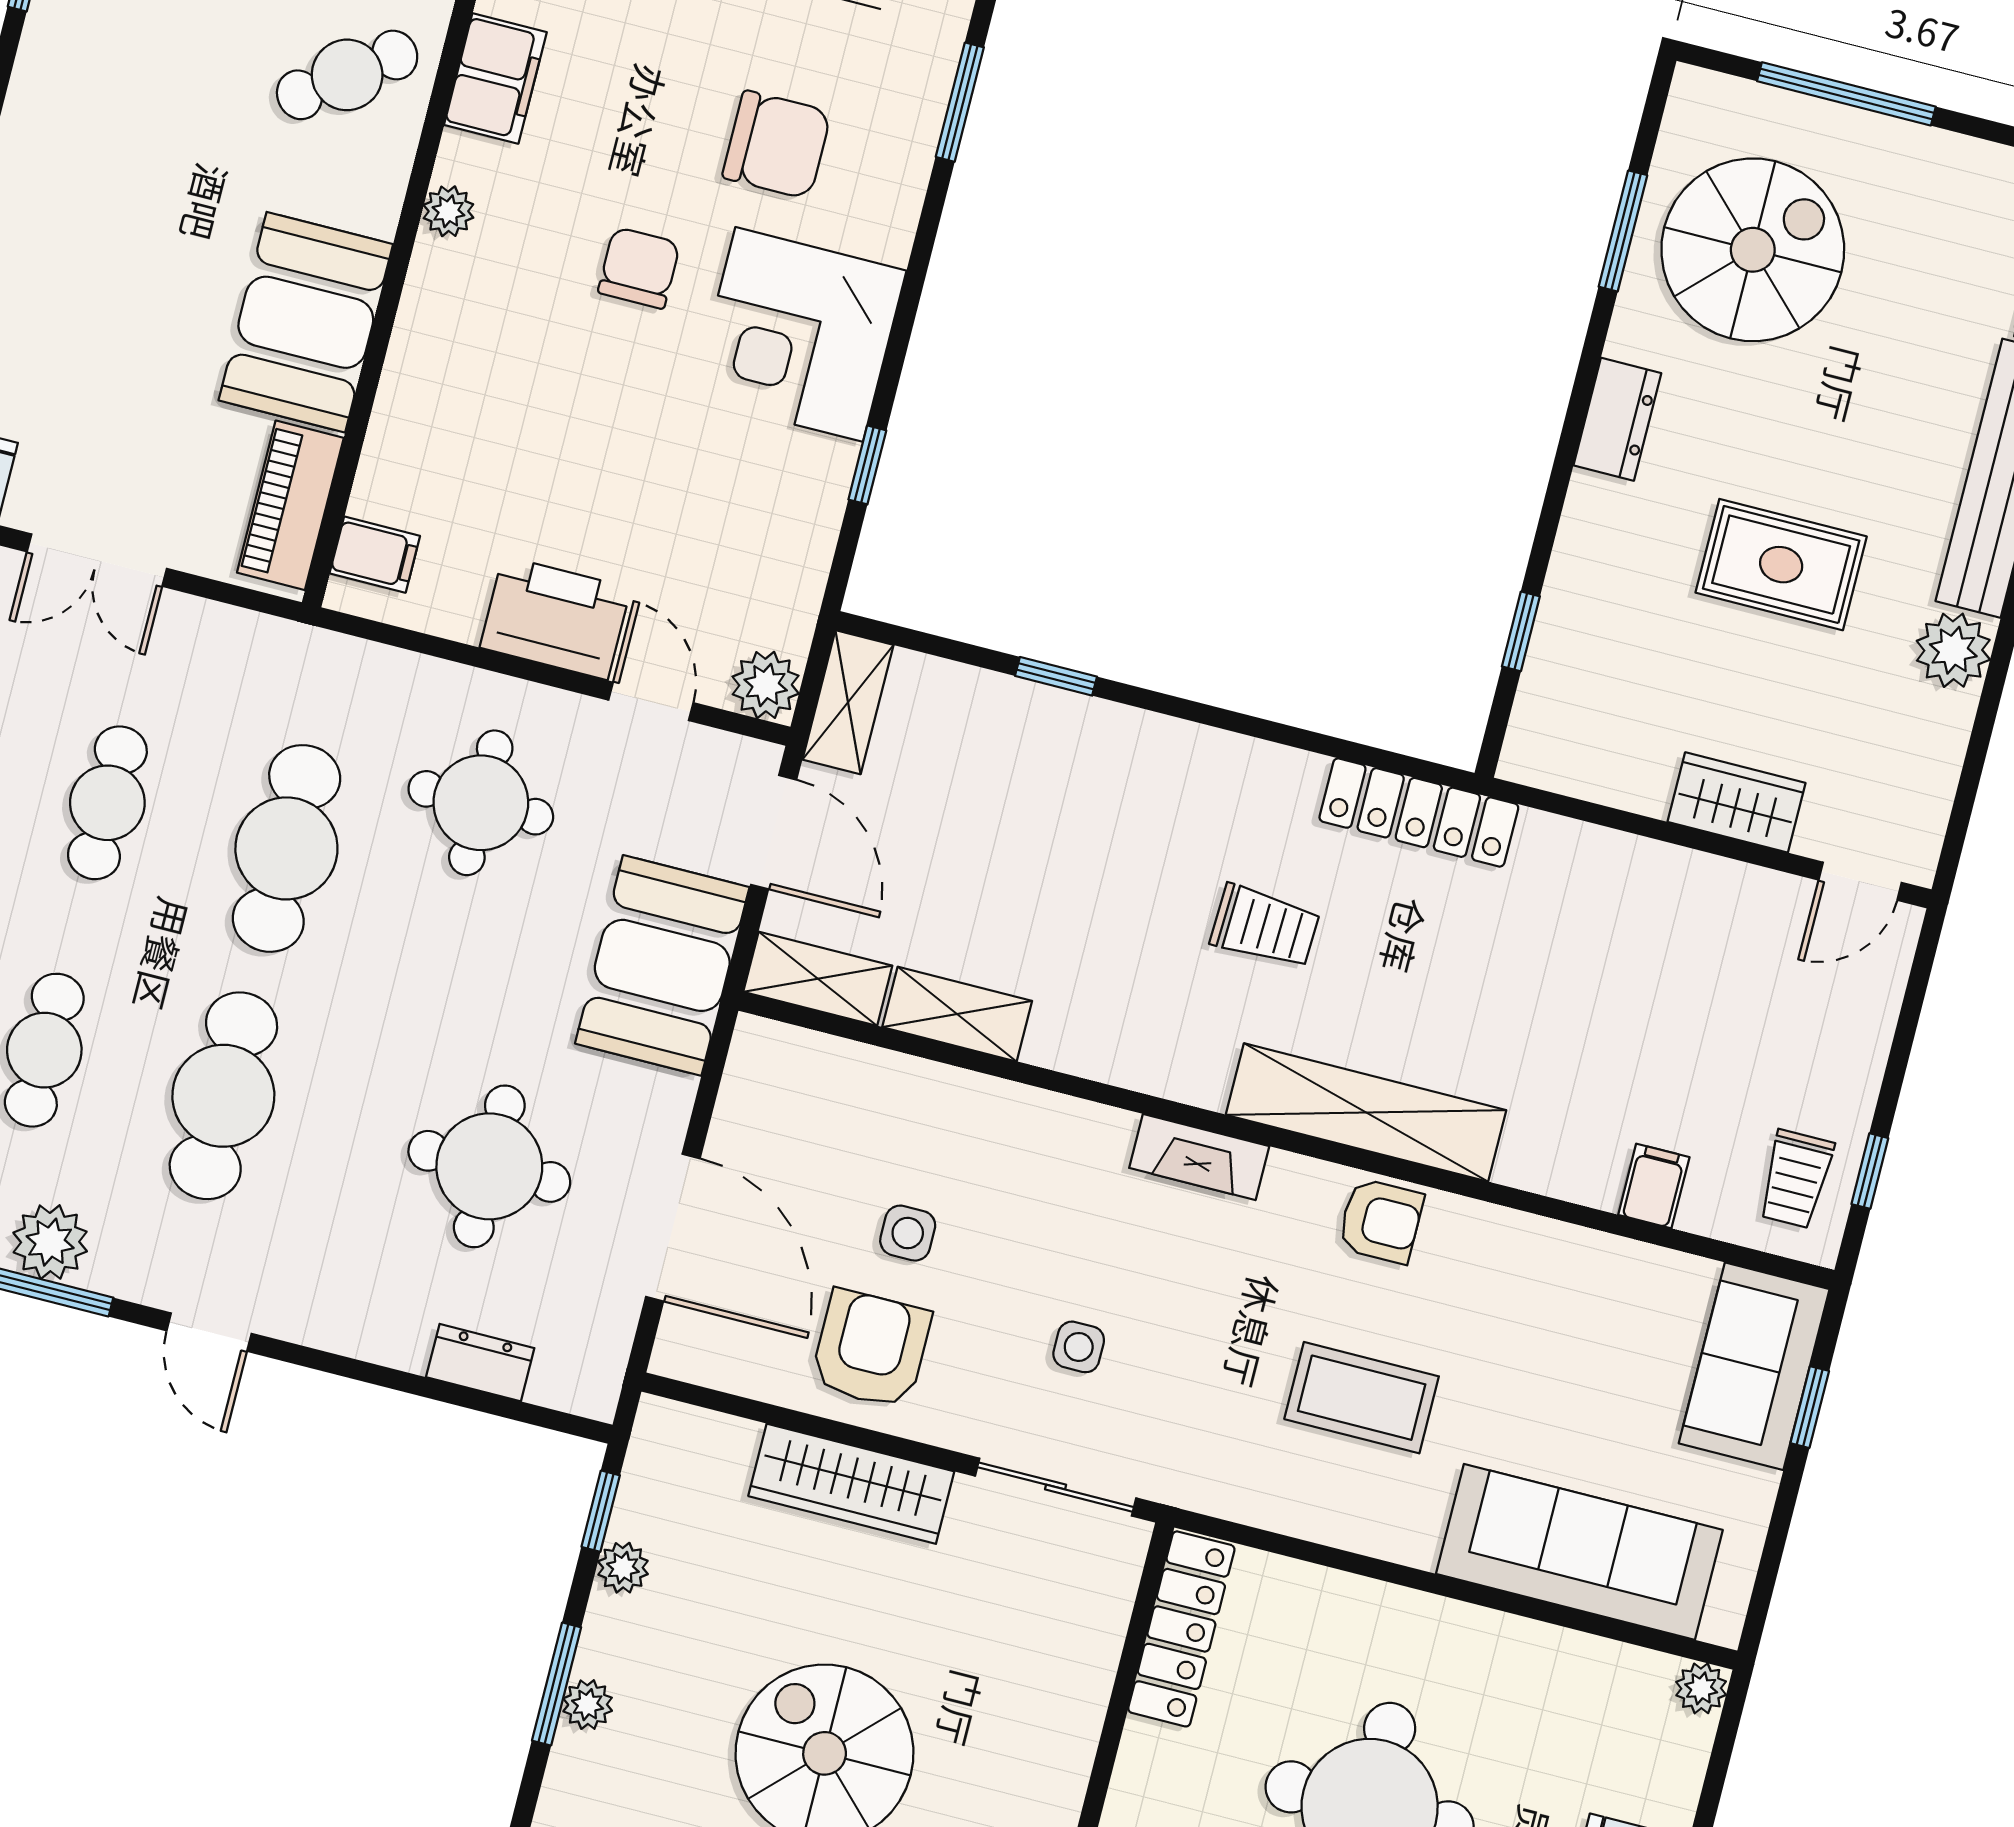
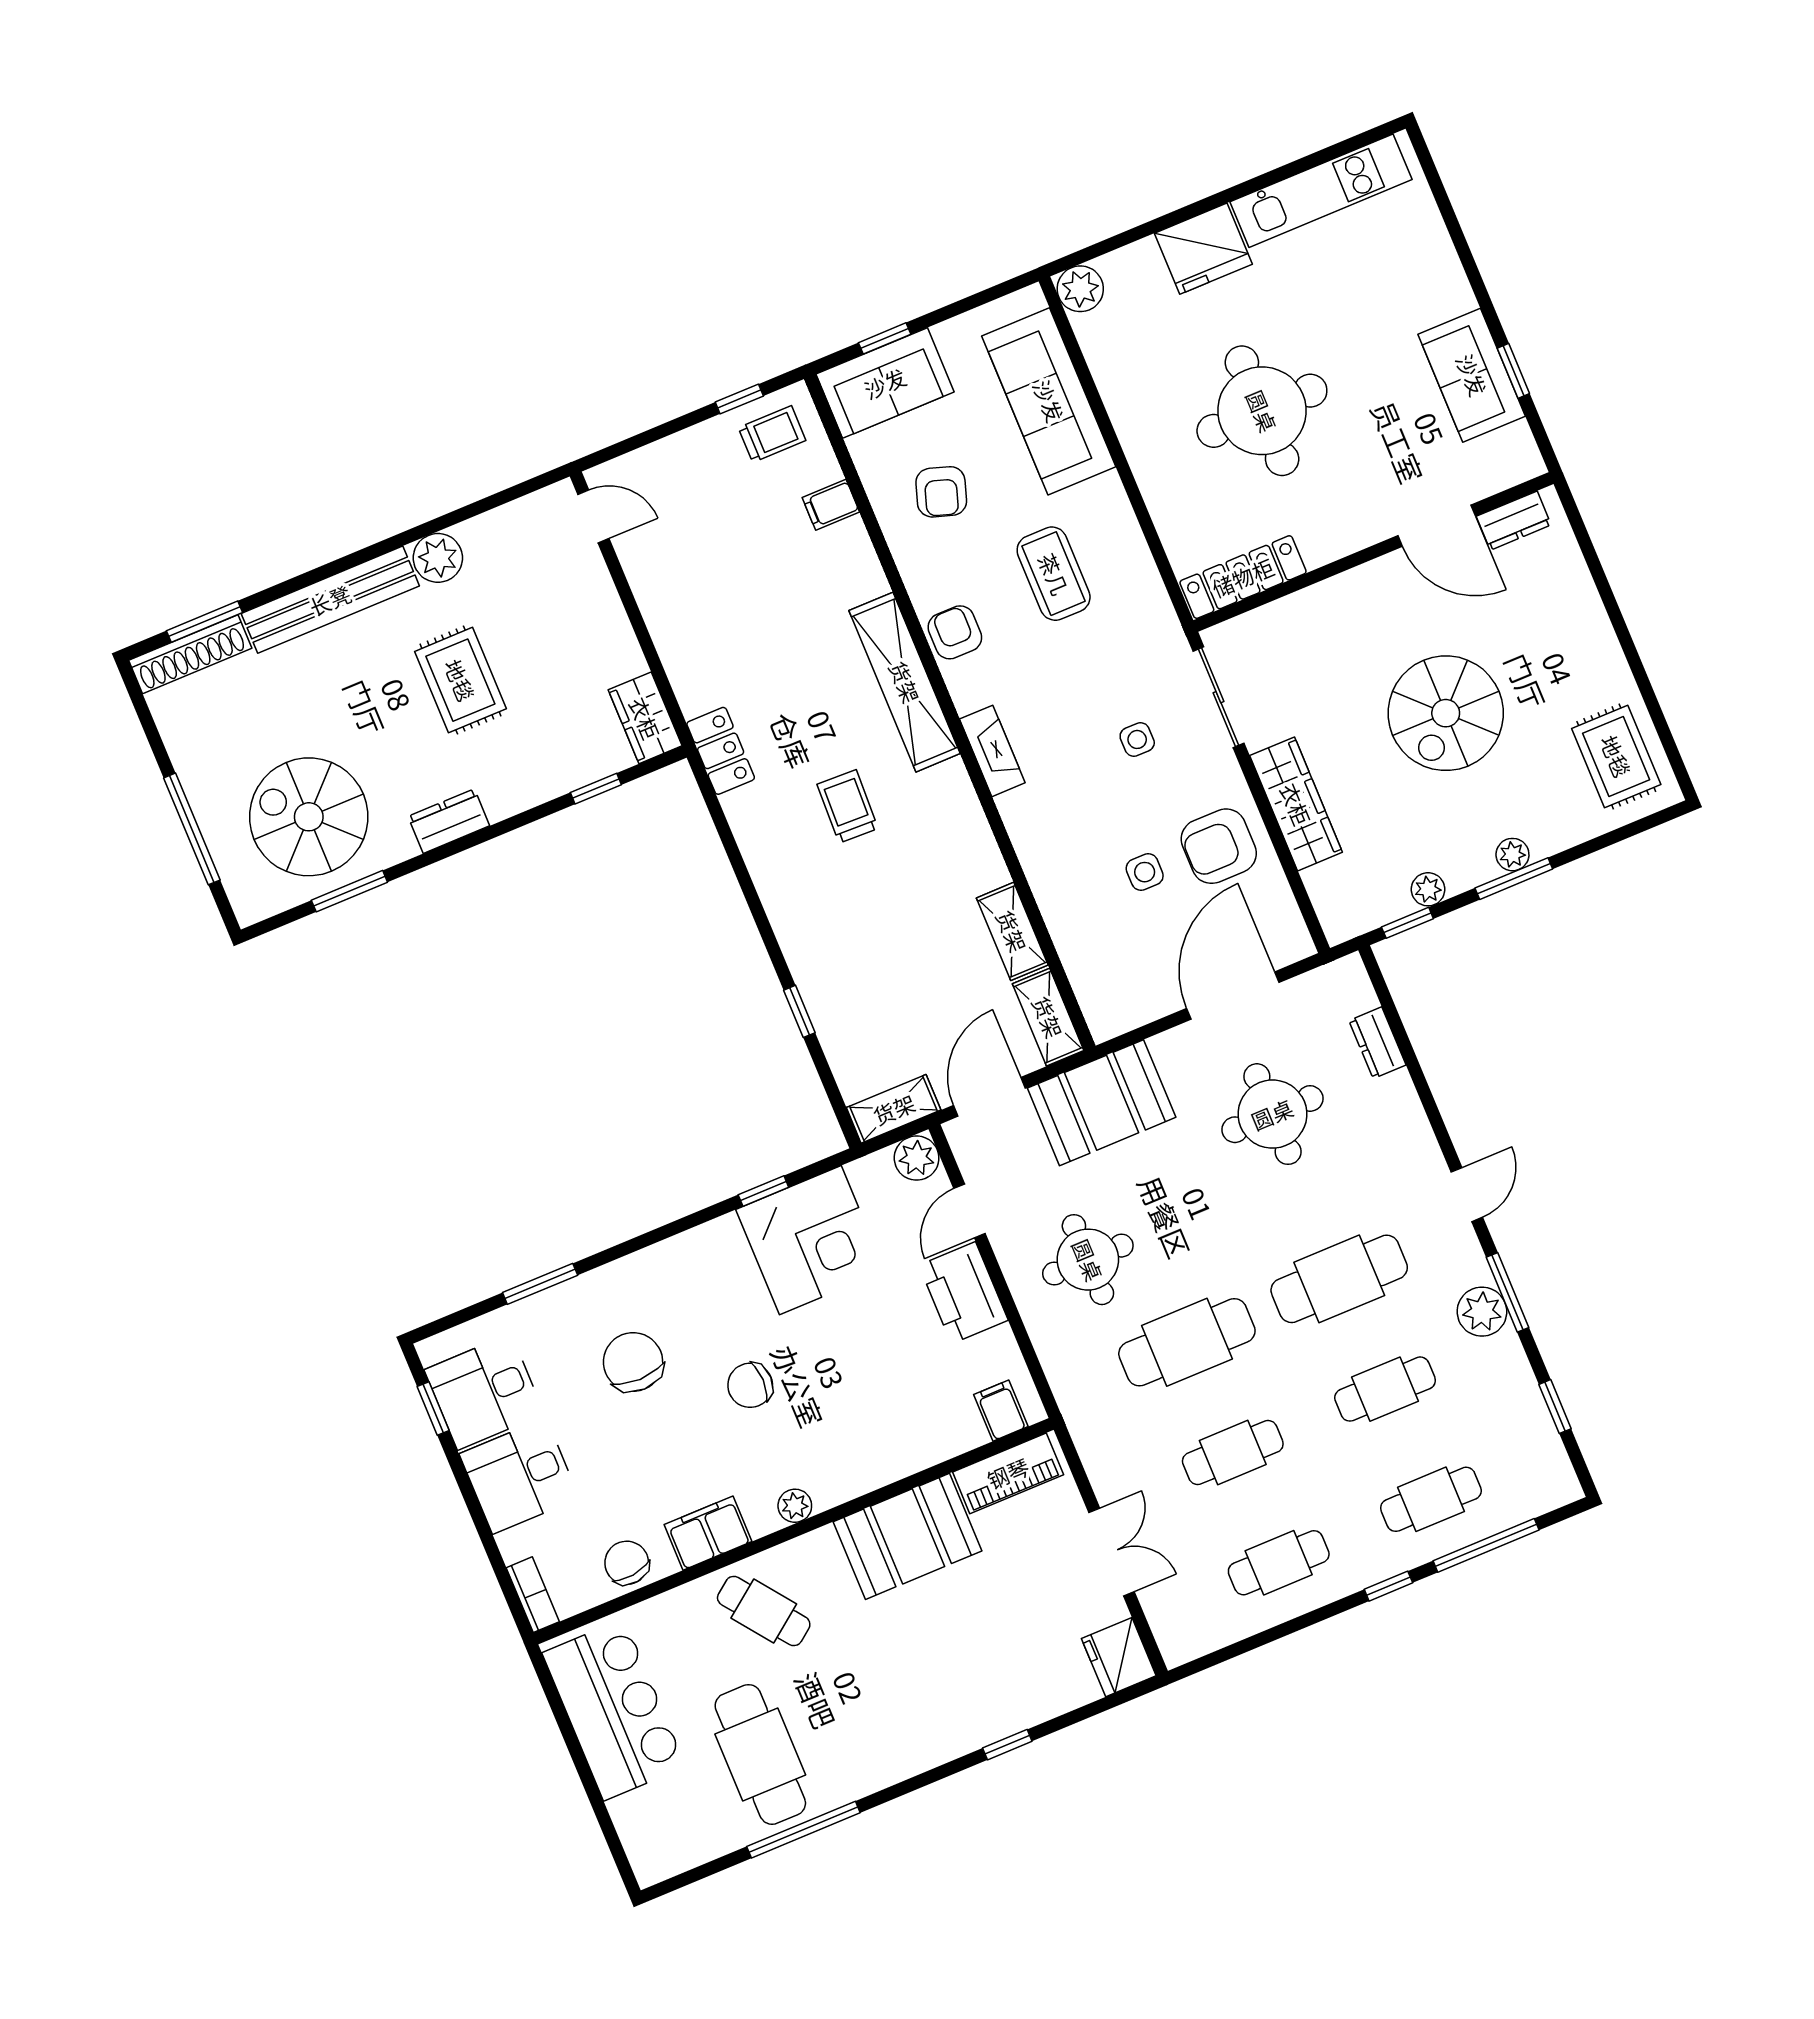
corner desk: (799, 334) -> (810, 1240), moved
wardrobe: (1737, 802) -> (645, 718), moved
locker: (1419, 813) -> (721, 751), width x0.66
armchair: (1567, 1335) -> (941, 492), added
plant: (1701, 1688) -> (1080, 289), width x1.38, depth x1.38

